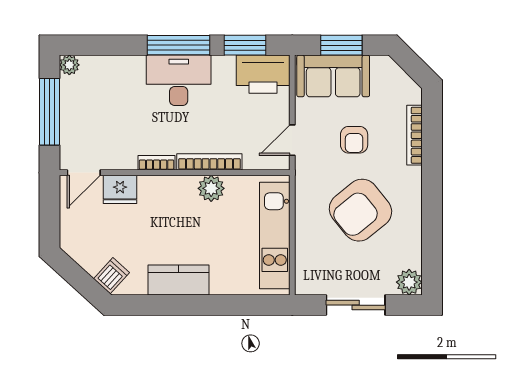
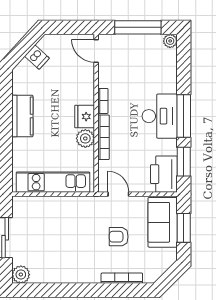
fridge: (120, 189) -> (85, 117), moved
armchair: (360, 210) -> (70, 241), removed
dishwasher: (112, 276) -> (37, 57), moved

